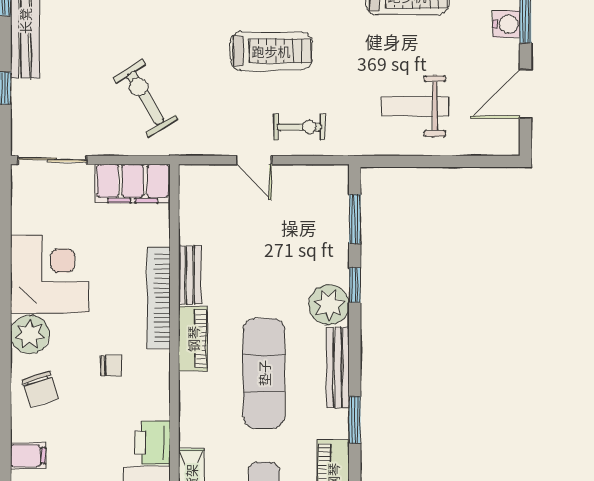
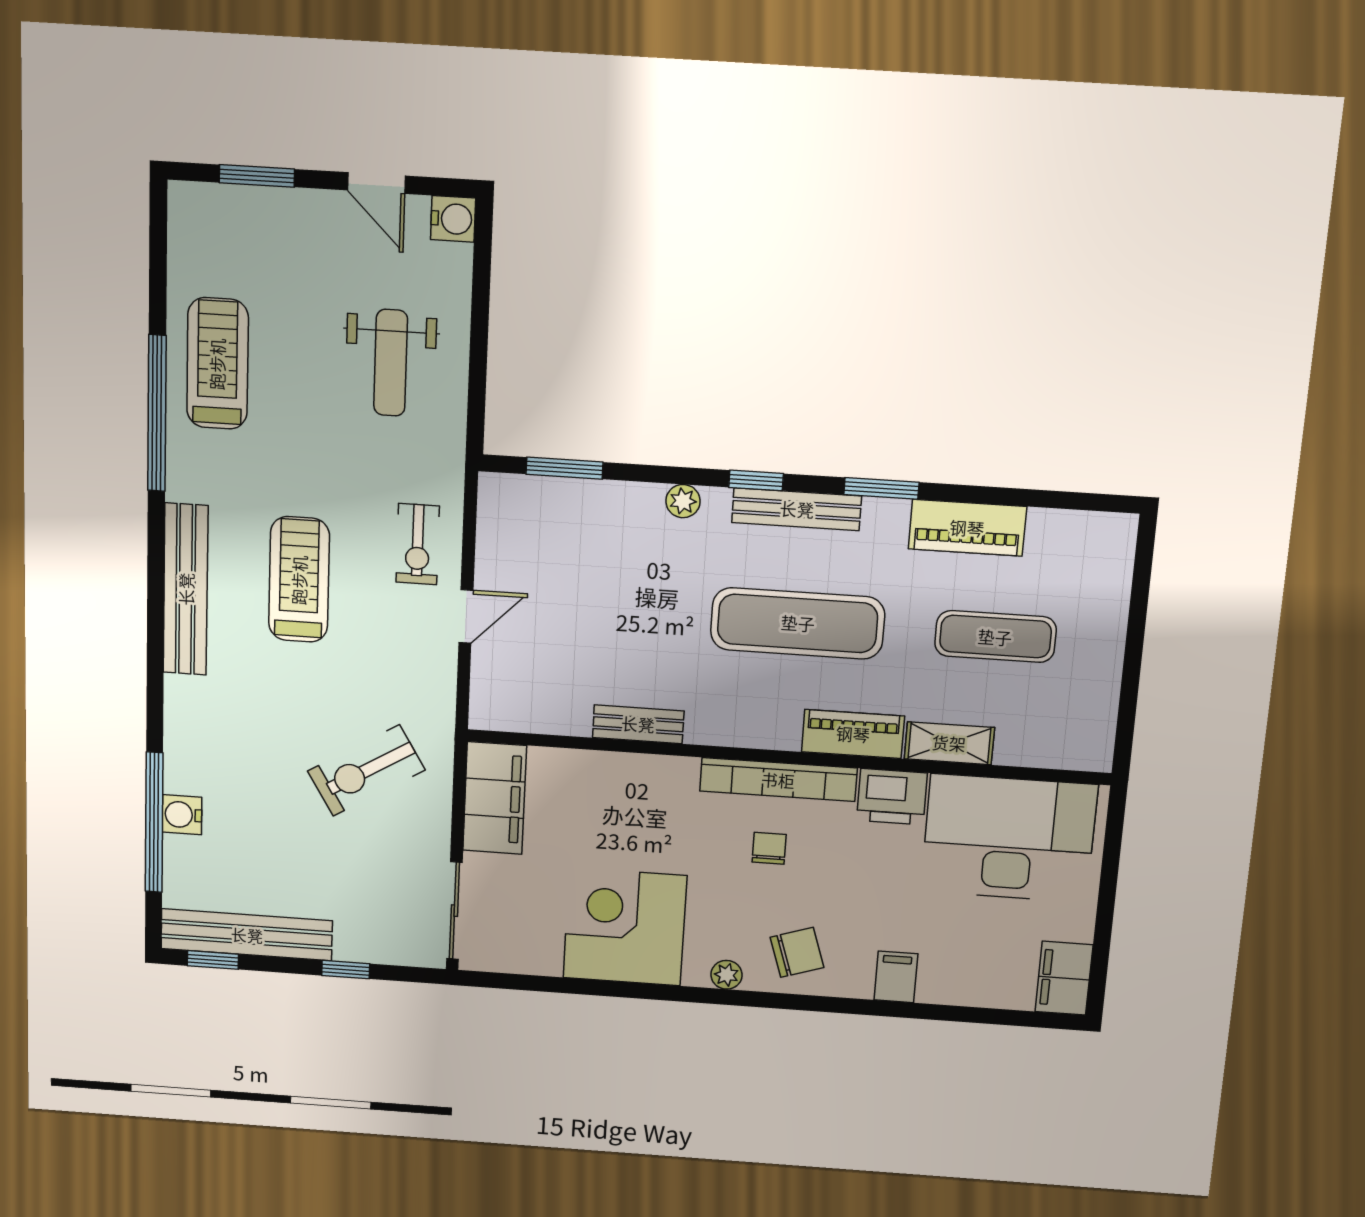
water cooler: (506, 24) -> (453, 219), moved, turned 90
door: (526, 94) -> (376, 183), width x0.73
exercise bike: (299, 127) -> (418, 544), turned 180
window: (355, 285) -> (756, 480), moved
bookcase: (159, 298) -> (778, 780), moved
plant: (329, 305) -> (683, 501), width x0.53, depth x0.53
plant: (30, 334) -> (726, 975), width x0.53, depth x0.53
piano: (193, 339) -> (853, 734), moved

